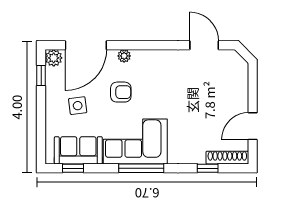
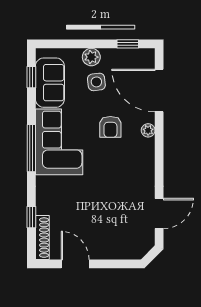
plant: (54, 58) -> (91, 57), moved

